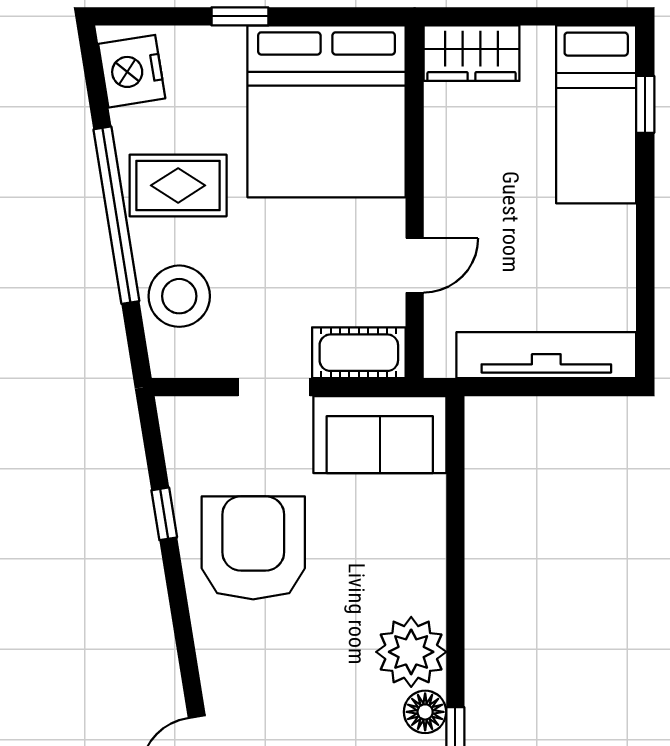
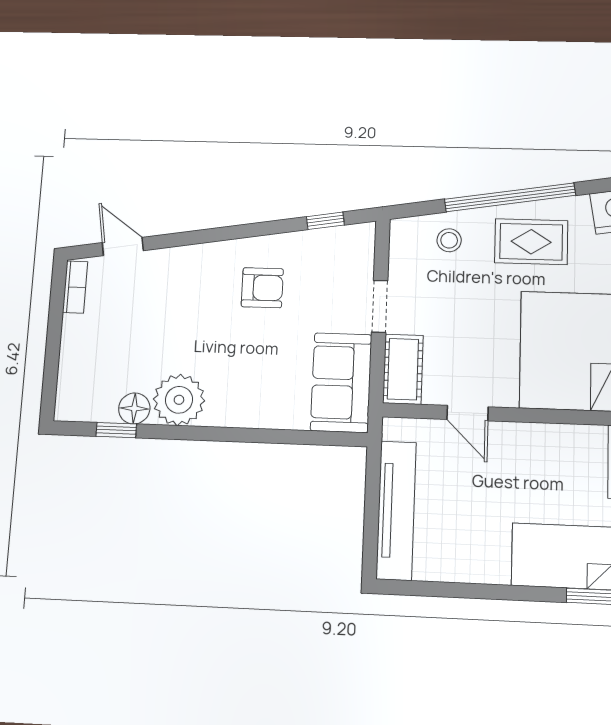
rug: (178, 185) -> (531, 242), turned 90
stool: (179, 296) -> (449, 240), width x0.53, depth x0.53
window: (164, 514) -> (325, 221), moved
armchair: (253, 548) -> (262, 288), width x0.53, depth x0.53

